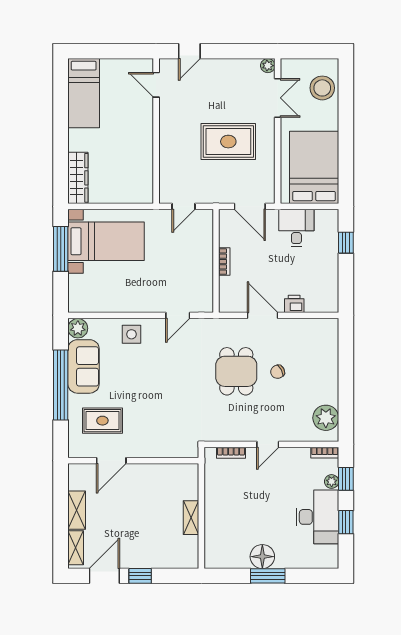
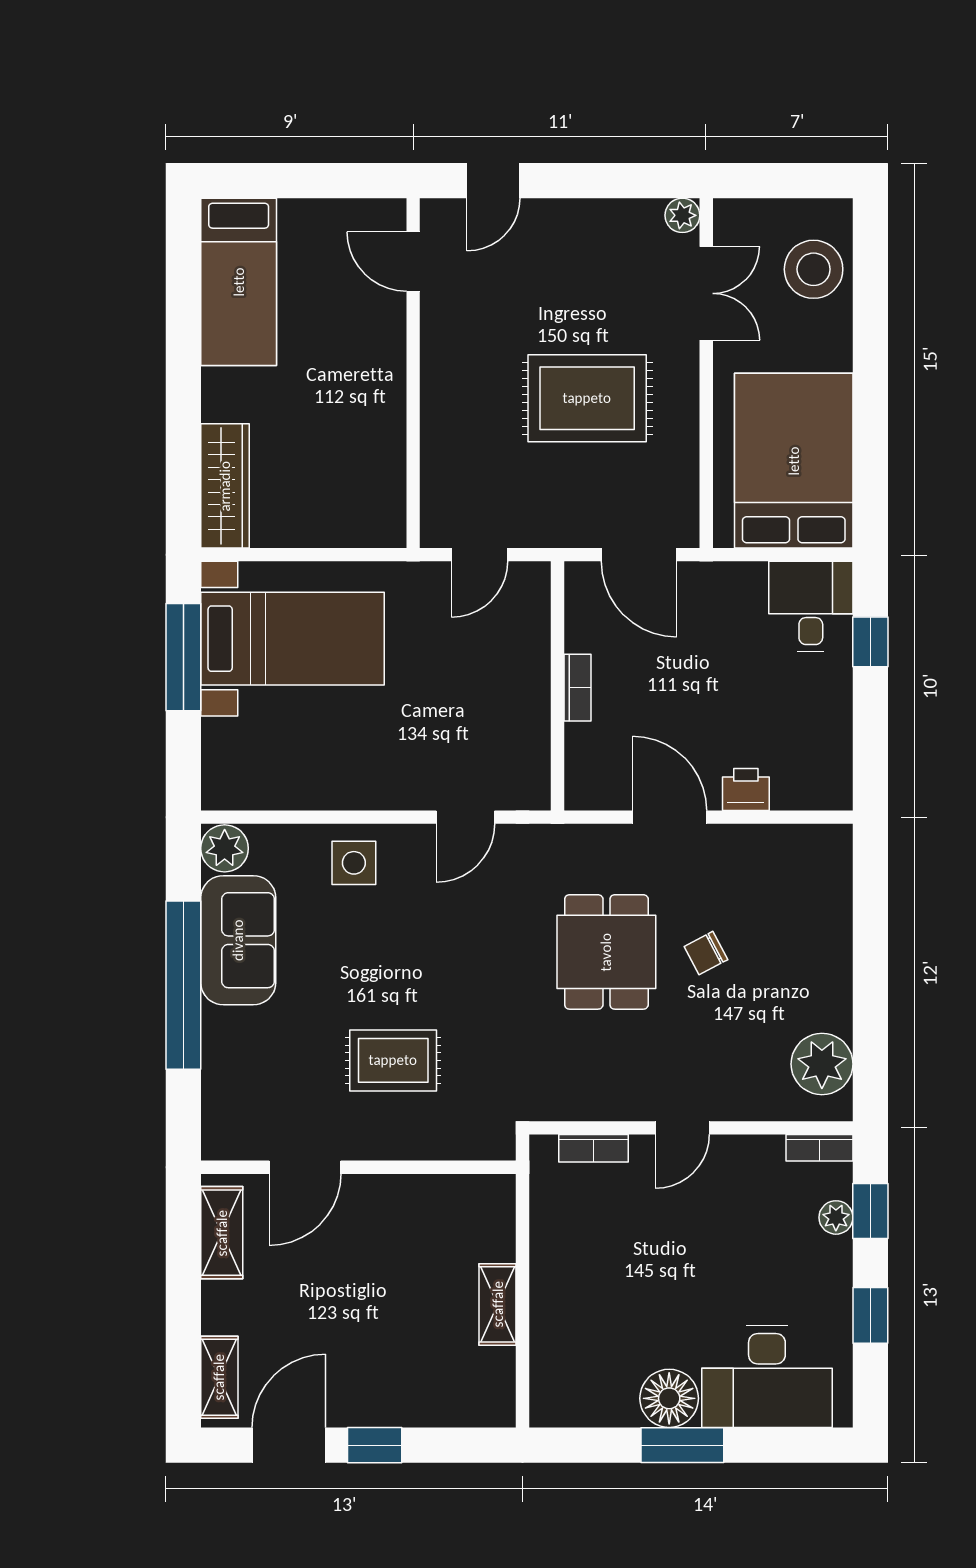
desk: (296, 228) -> (811, 607), moved
rug: (102, 421) -> (393, 1060), moved
shelving: (77, 510) -> (222, 1233), moved
desk: (317, 517) -> (767, 1376), moved, turned 90

